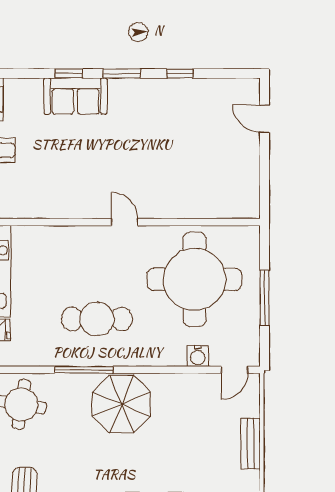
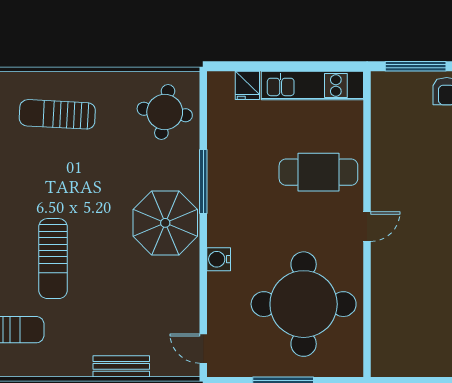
cafe table: (97, 319) -> (318, 172), moved, turned 90
water cooler: (198, 356) -> (219, 259), moved

